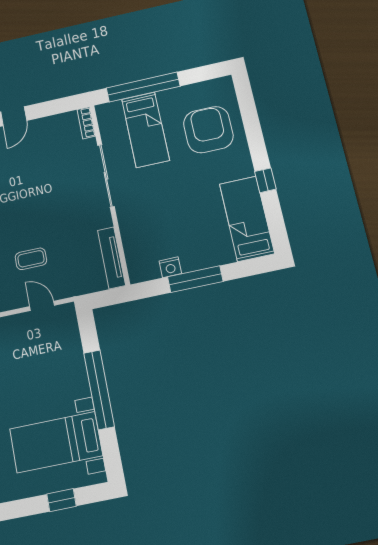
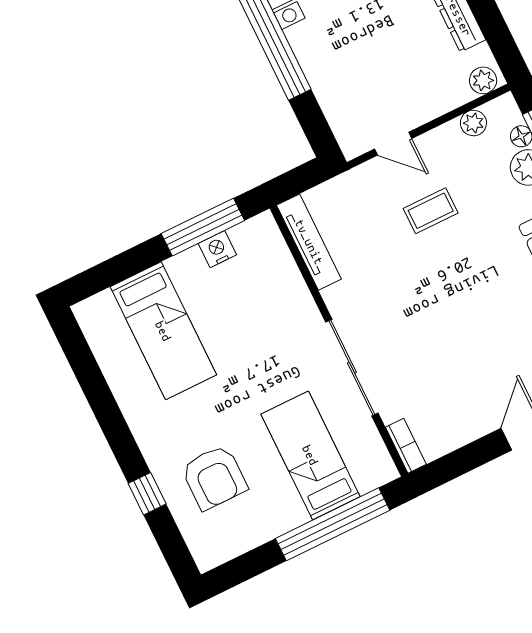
armchair: (208, 130) -> (214, 477), width x0.73, depth x0.73
window: (265, 180) -> (147, 494), moved
bed: (247, 219) -> (163, 331), moved
window: (195, 279) -> (203, 227), moved

